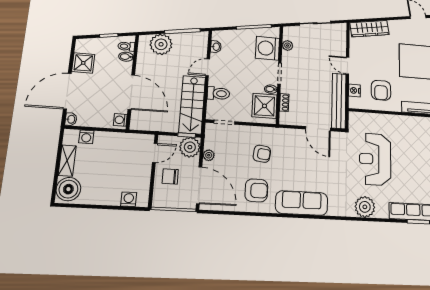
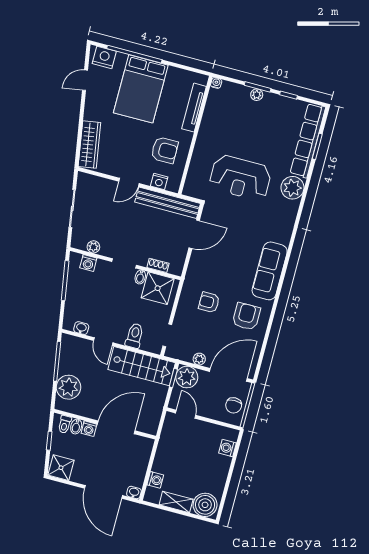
washing machine: (267, 48) -> (88, 263), width x0.53, depth x0.53
shower: (83, 63) -> (61, 468), moved
washing machine: (120, 120) -> (89, 429), moved
armchair: (262, 154) -> (209, 302), turned -97
chair: (170, 176) -> (234, 405), moved
plant: (365, 207) -> (292, 188), moved

